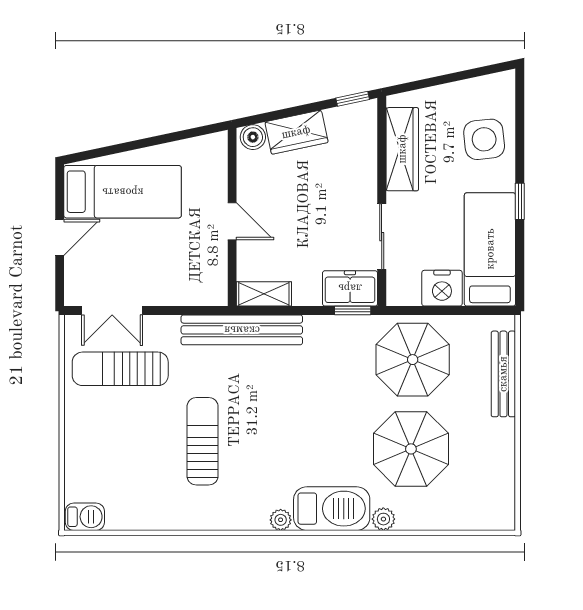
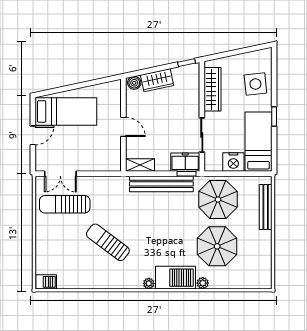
bench: (242, 330) -> (161, 184), moved
sun lounger: (203, 441) -> (108, 242), turned -53

